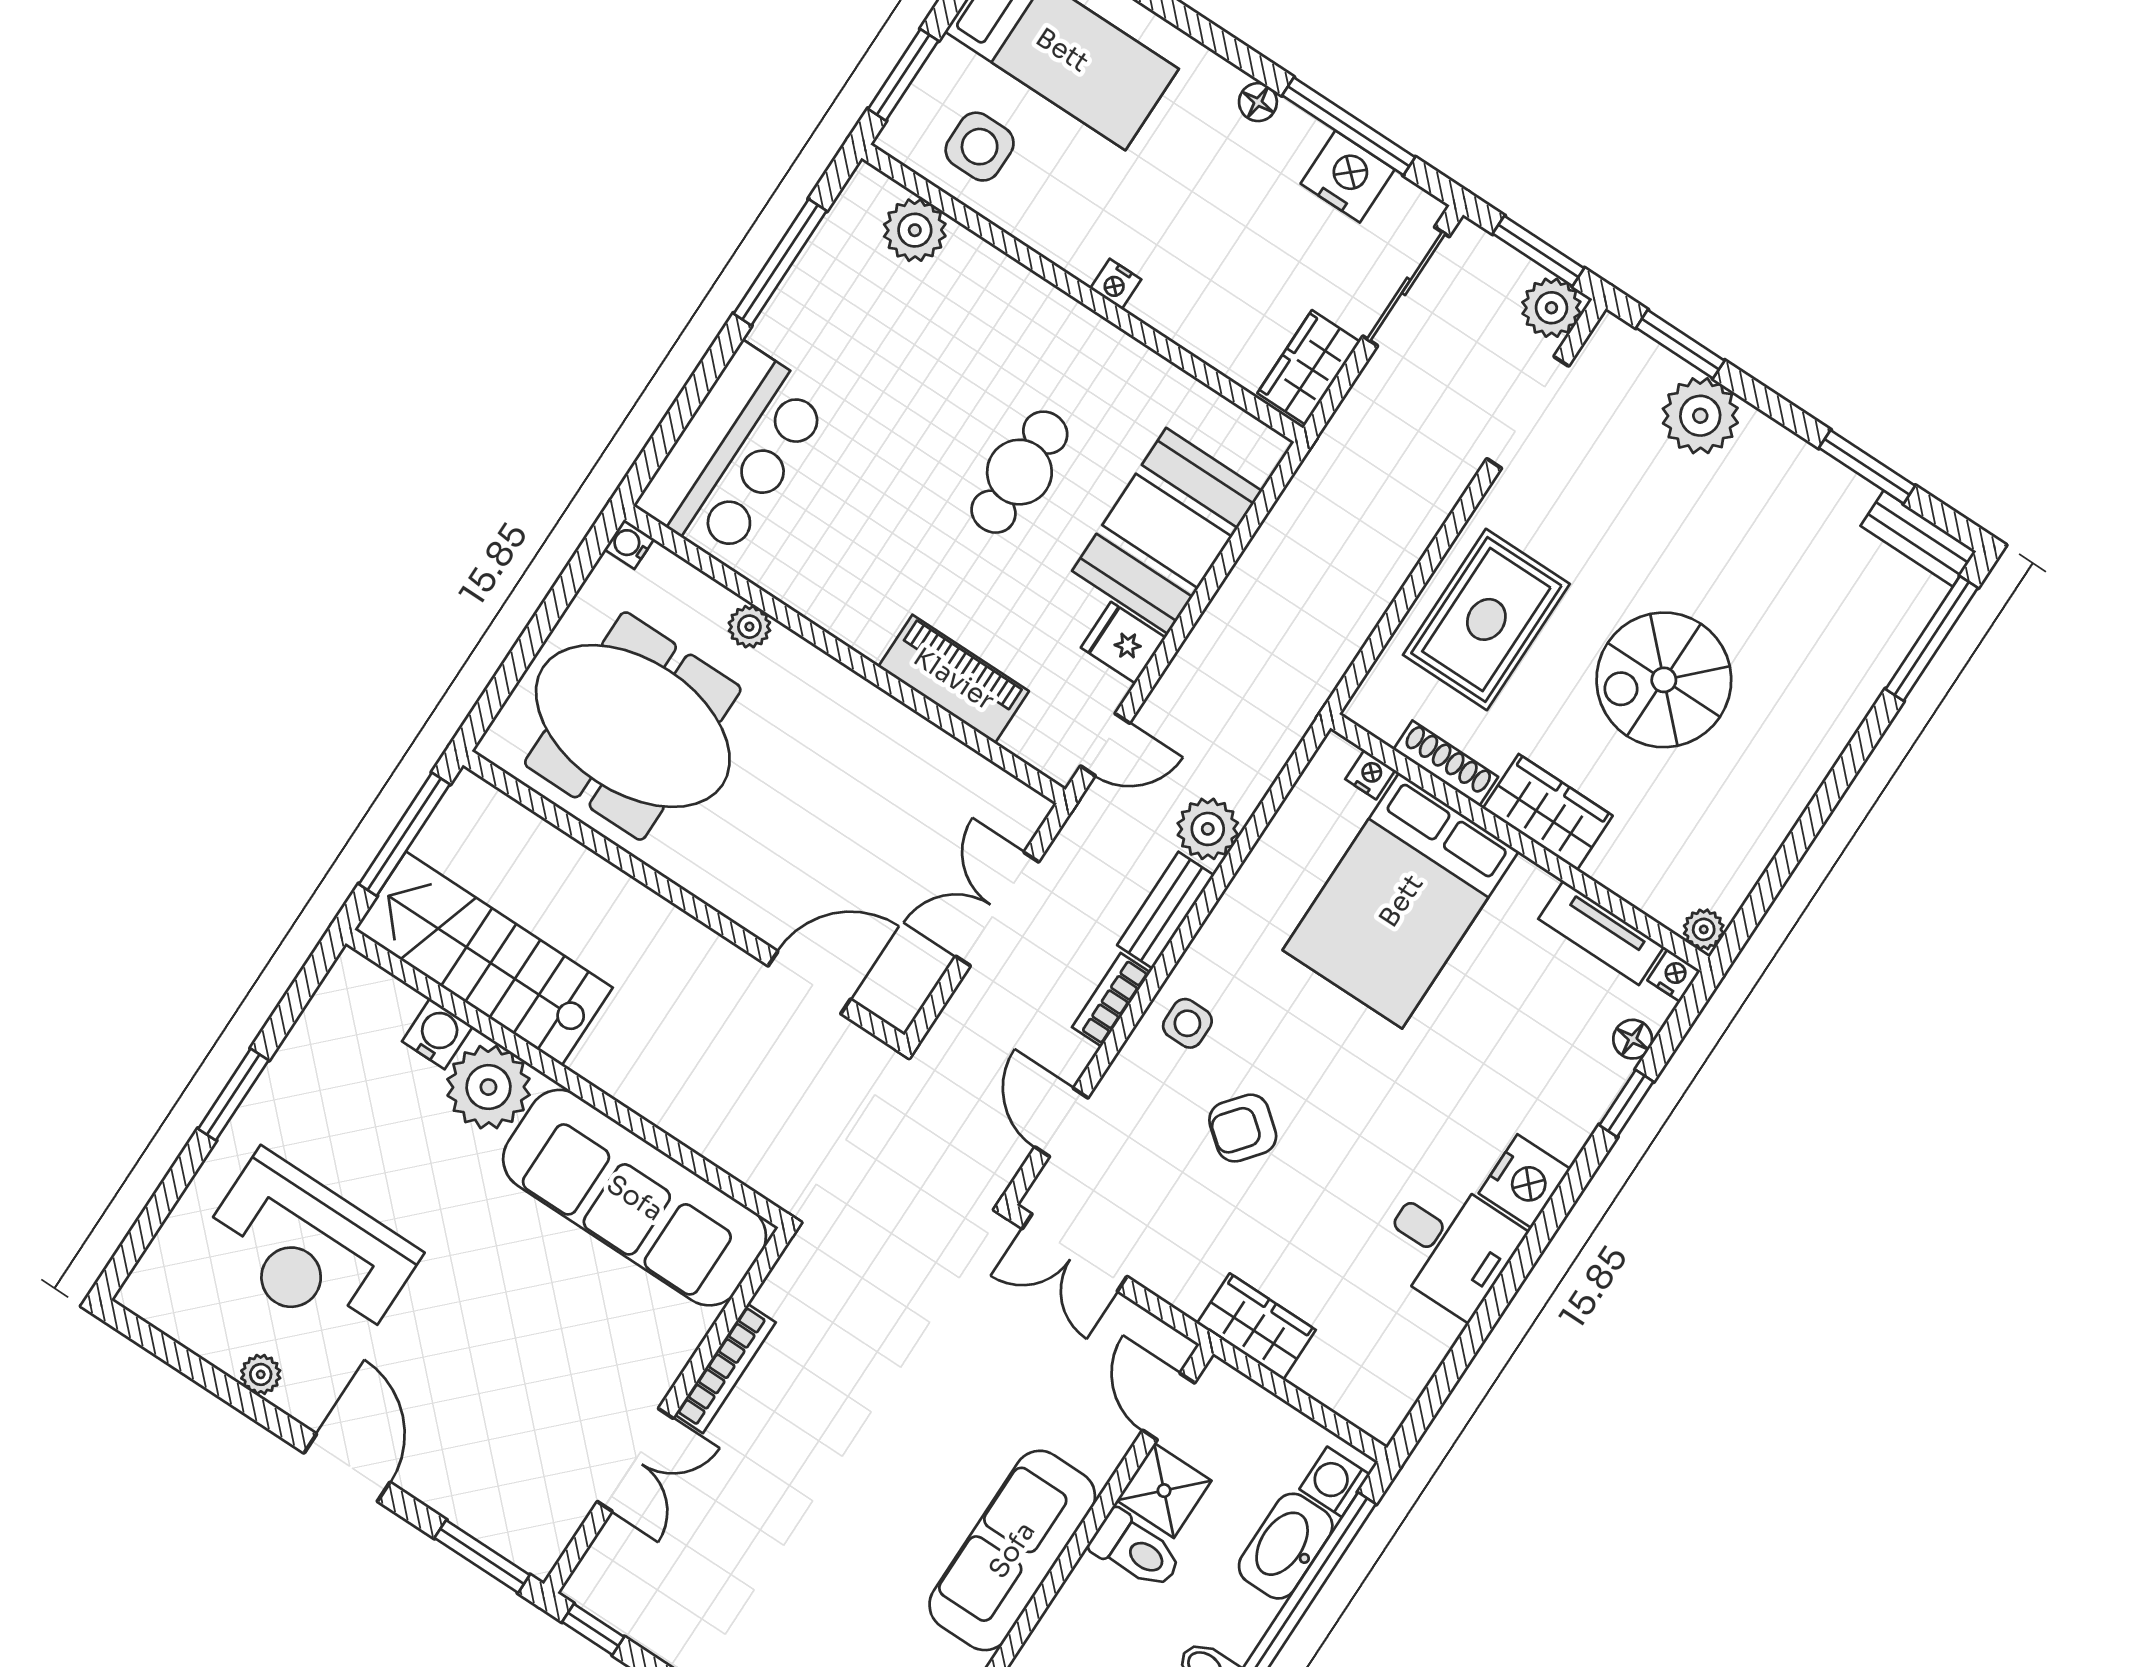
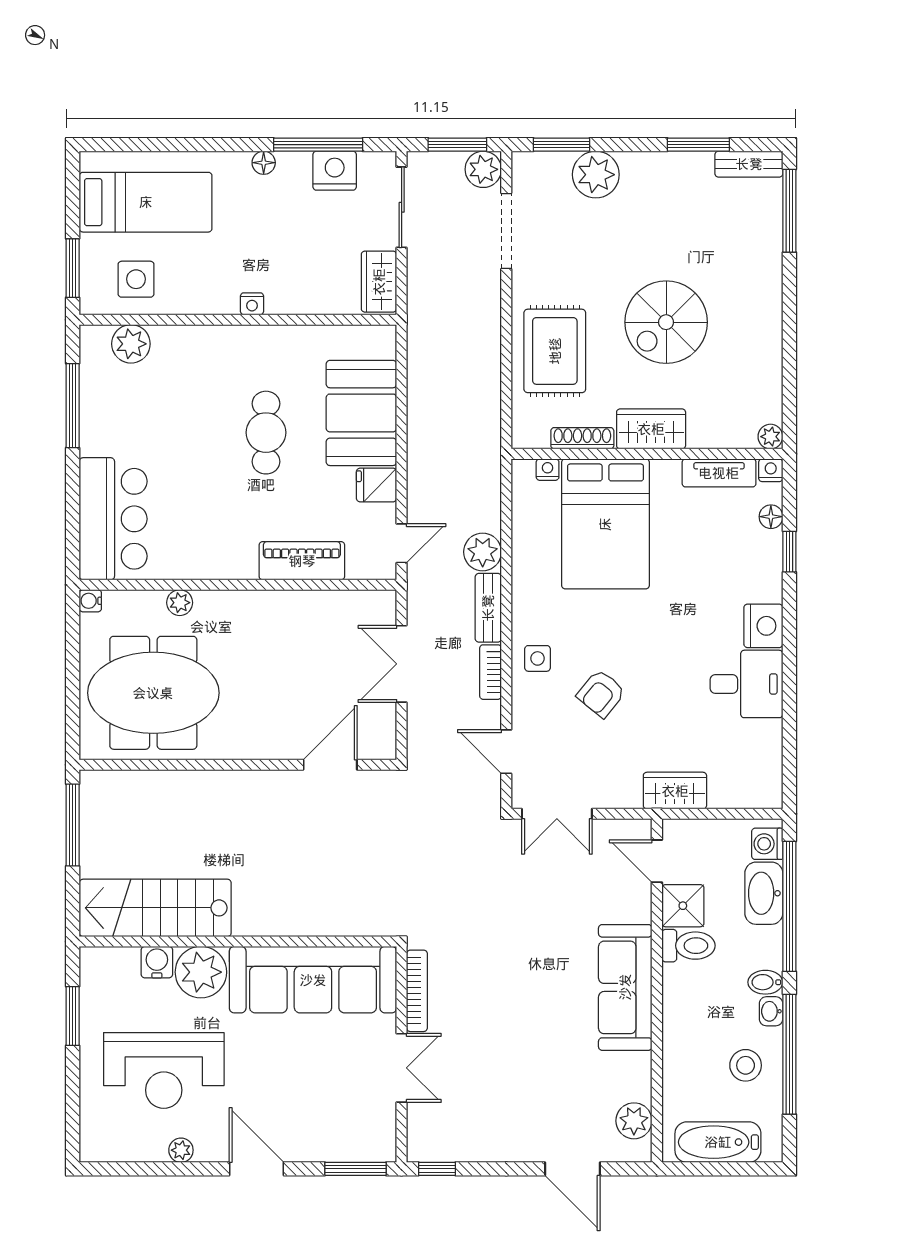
stairs: (484, 959) -> (155, 908), moved
water cooler: (437, 1034) -> (157, 962), moved
wall: (566, 1078) -> (238, 941), moved
plant: (488, 1087) -> (201, 972), moved
sofa: (635, 1198) -> (313, 980), moved

